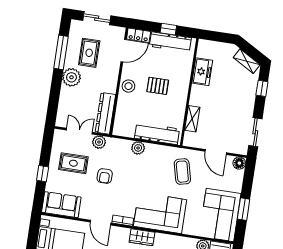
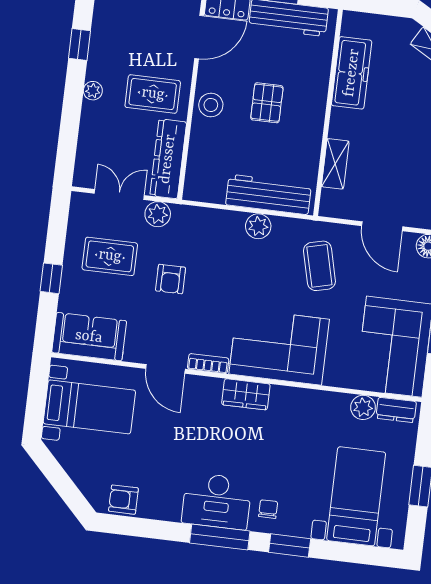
window: (61, 52) -> (79, 45), width x0.46
rug: (89, 53) -> (153, 94), moved, turned 90
freezer: (202, 72) -> (352, 73), width x1.40
plant: (71, 77) -> (93, 91), width x0.53, depth x0.53
pallet: (158, 86) -> (267, 103), turned 90
plant: (138, 148) -> (258, 226), moved

